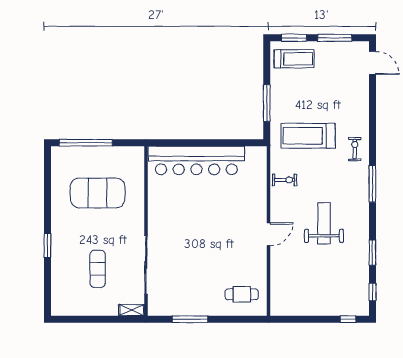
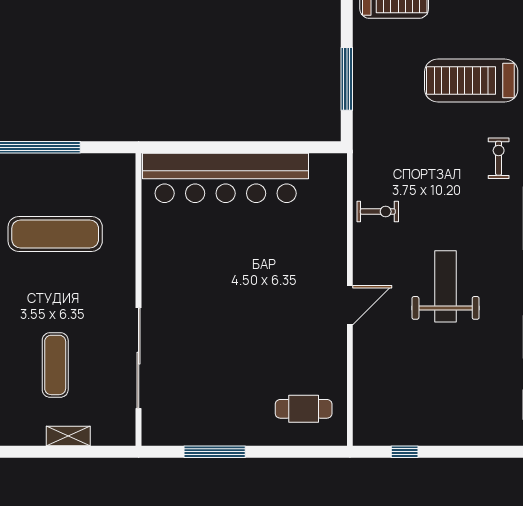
treadmill: (308, 136) -> (471, 80), moved
exercise mat: (98, 193) -> (55, 234), width x0.68
shelving: (132, 310) -> (68, 436), moved
window: (348, 319) -> (405, 452), moved

